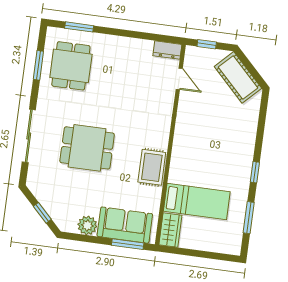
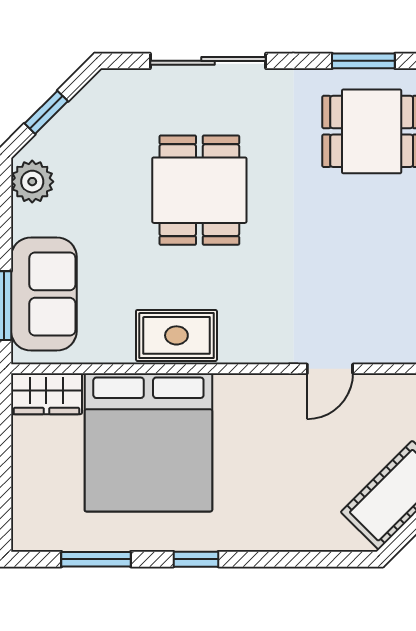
door: (179, 79) -> (330, 369), moved
bed: (197, 201) -> (148, 442), width x2.04
plant: (87, 225) -> (32, 182), moved

